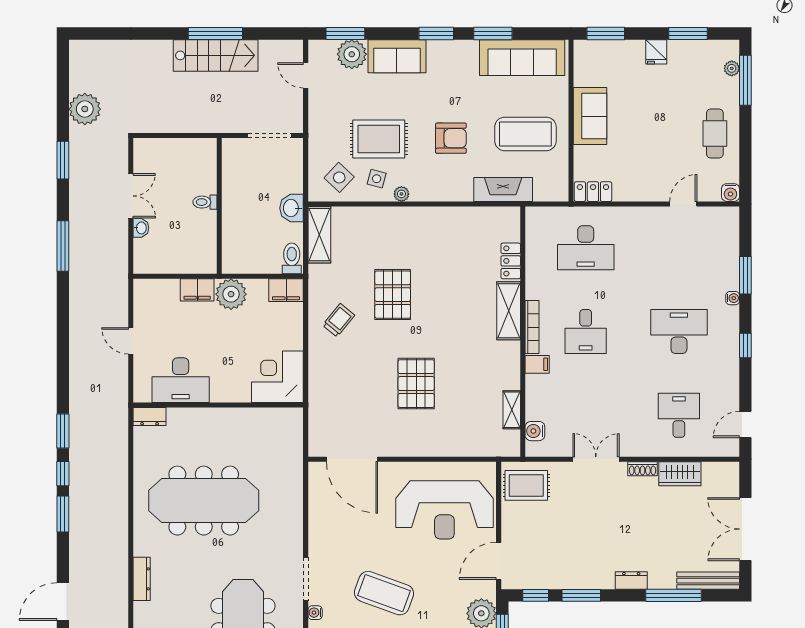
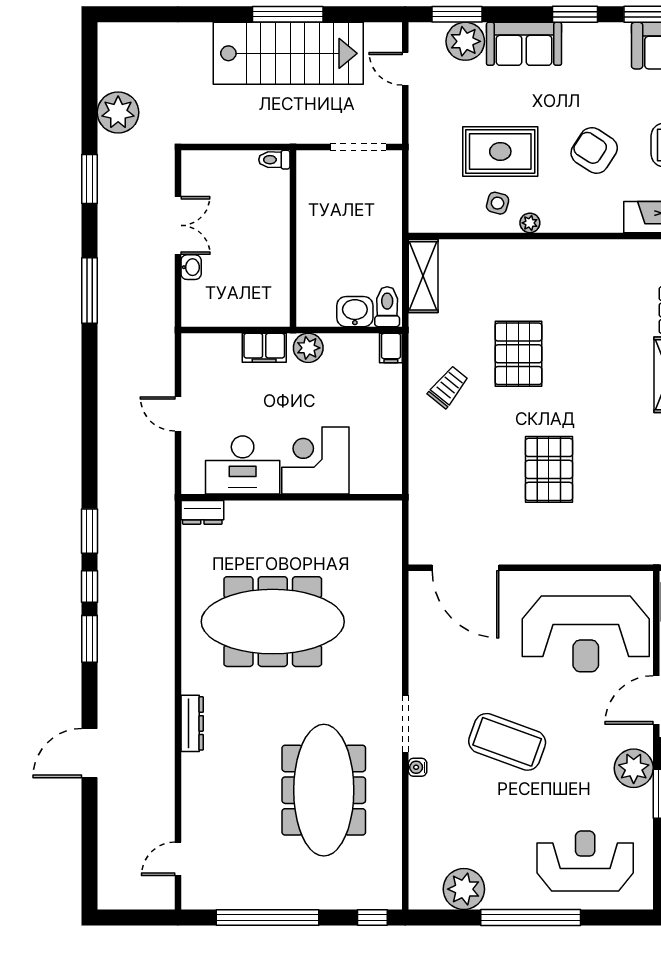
stairs: (216, 55) -> (288, 53), width x1.36, depth x1.51
armchair: (451, 138) -> (594, 150), turned -147
side table: (339, 177) -> (449, 201), removed
toilet: (205, 202) -> (274, 160), moved
washbasin: (292, 208) -> (355, 312), moved, turned 90
filing cabinet: (286, 290) -> (391, 348), width x0.50
plant: (231, 294) -> (308, 348), width x0.73, depth x0.73
corner desk: (277, 377) -> (315, 461), moved

